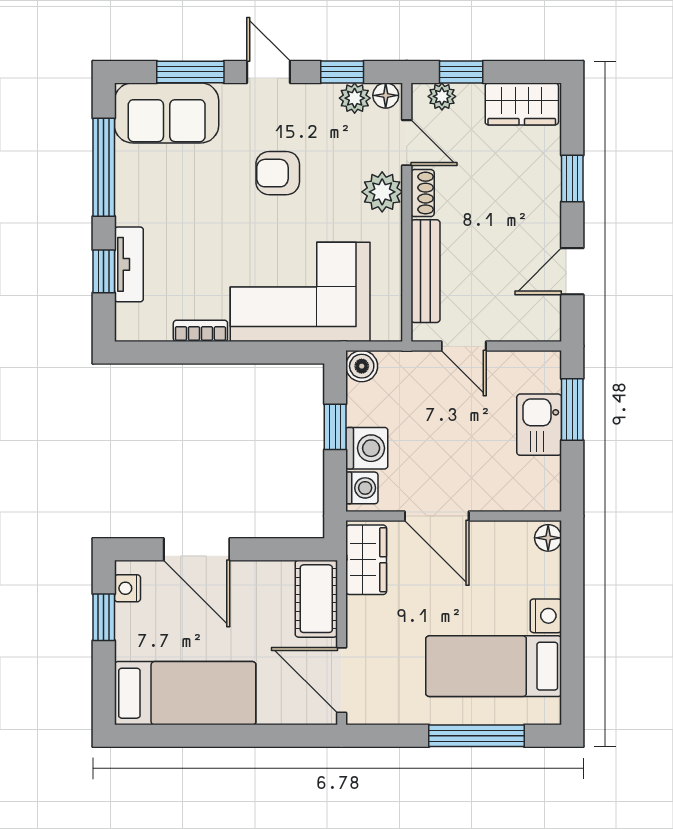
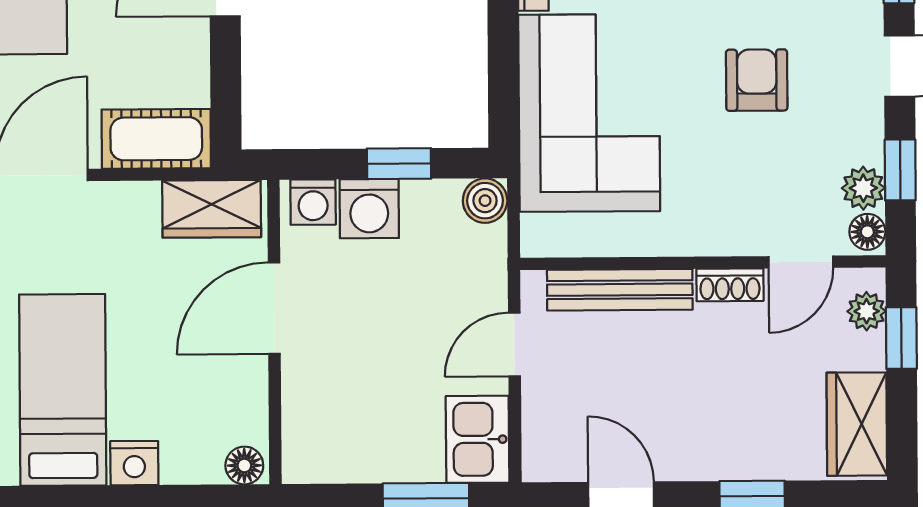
plant: (382, 192) -> (731, 228), removed
kitchen sink: (539, 425) -> (477, 439), moved, turned -90

